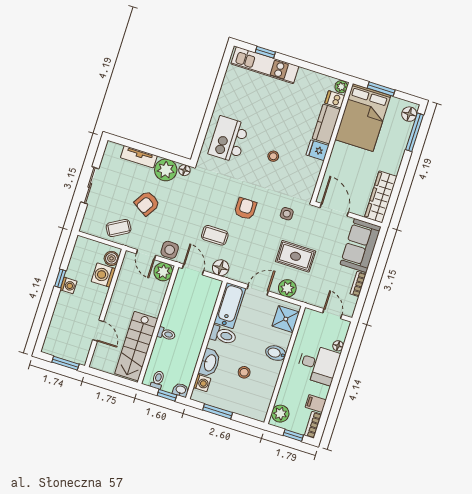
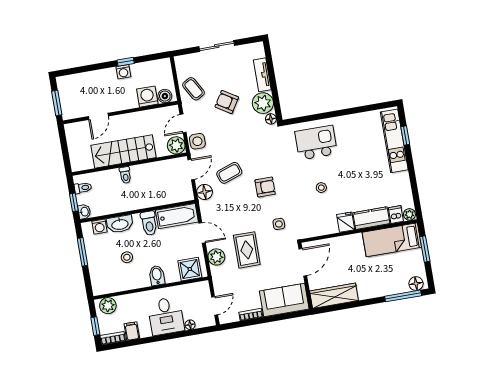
bed: (363, 117) -> (392, 240), width x0.67
coffee table: (215, 235) -> (229, 173), turned 71
stairs: (136, 346) -> (123, 151), moved

